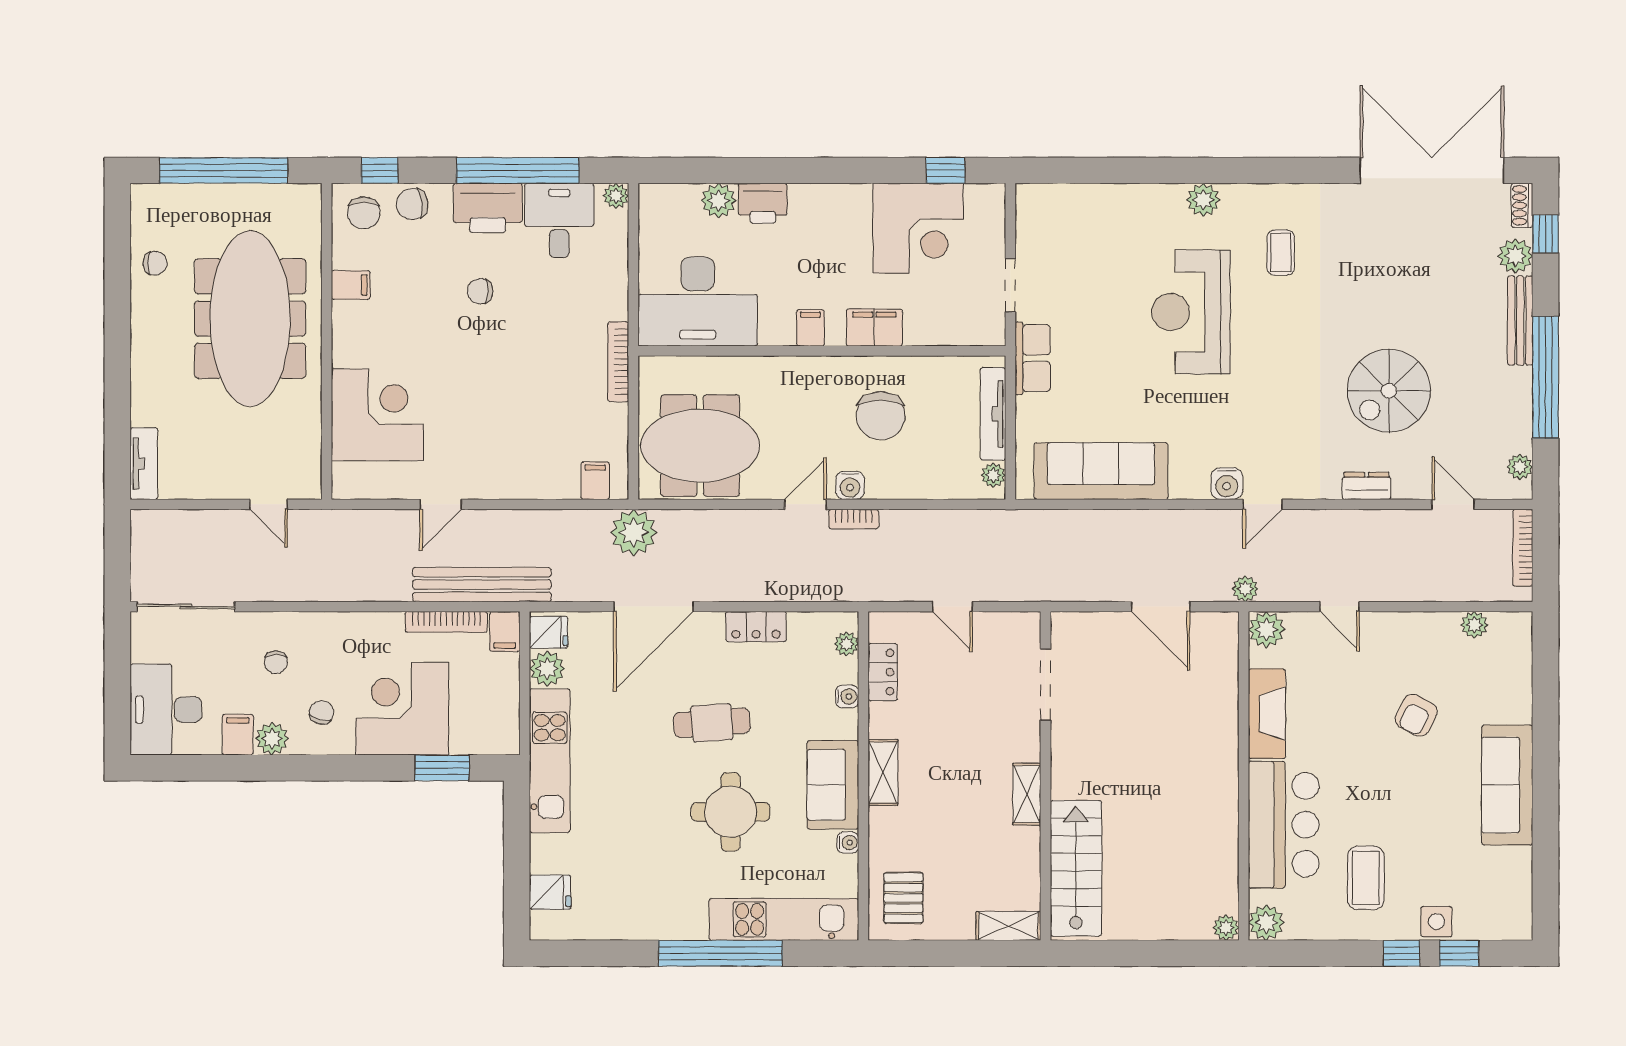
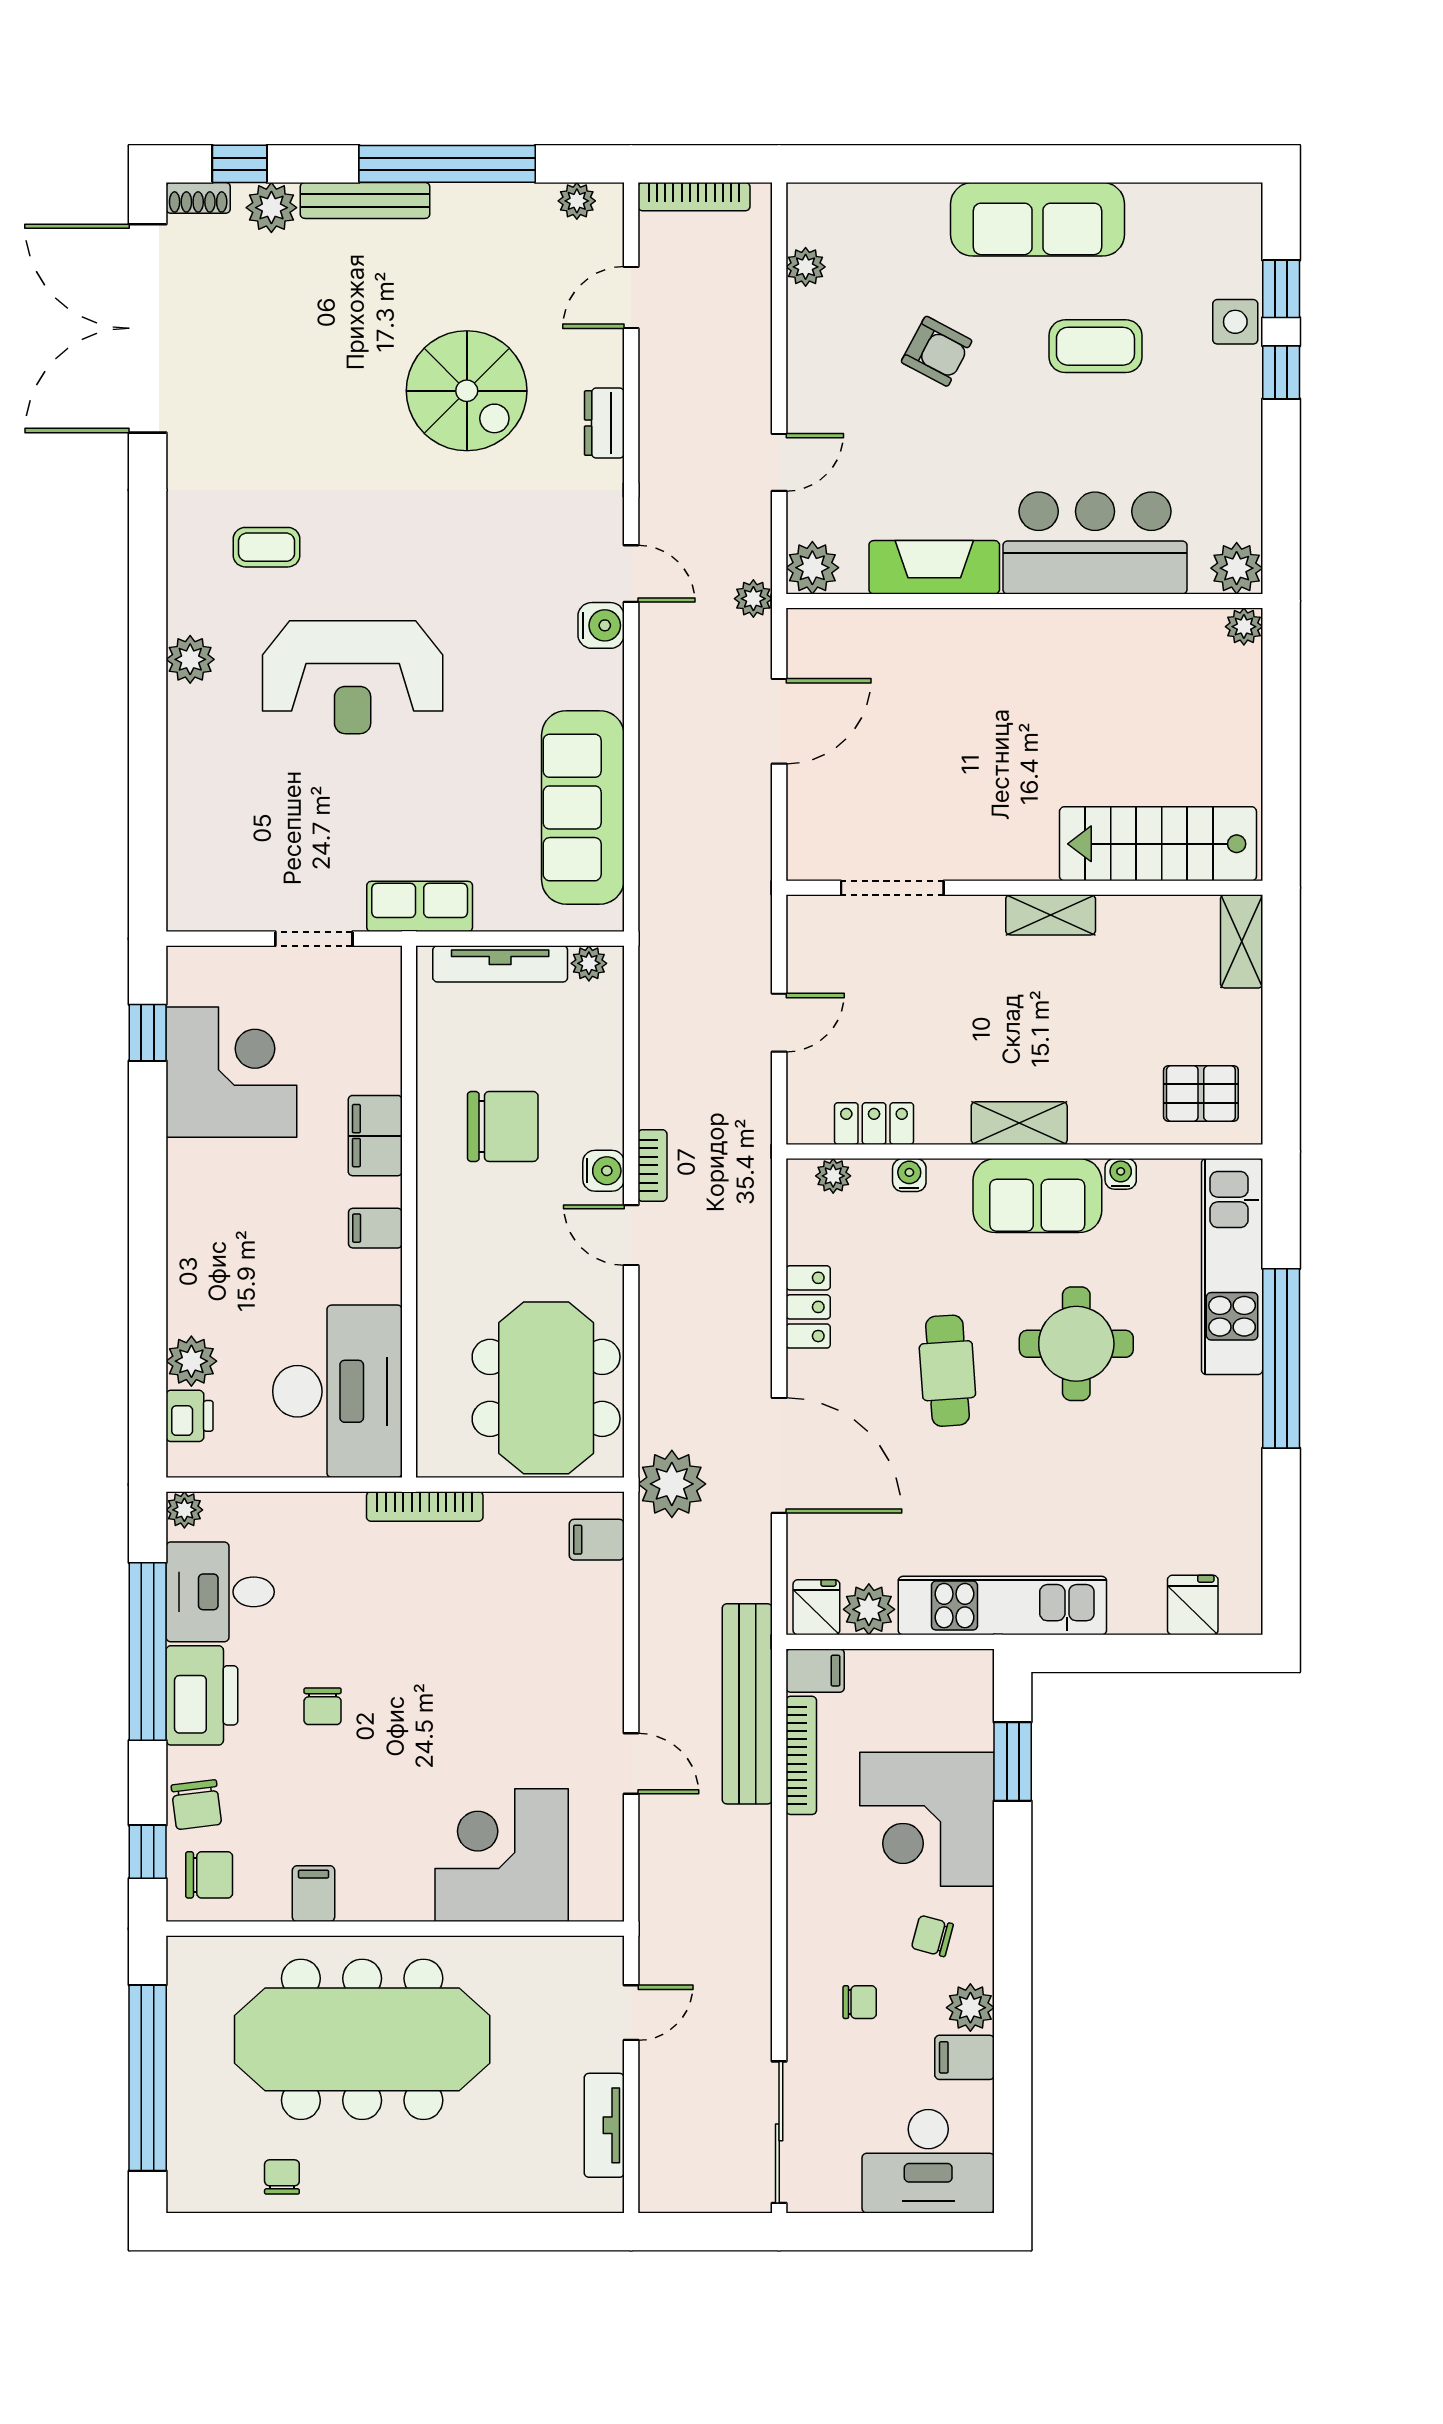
printer: (763, 203) -> (190, 1416), moved, width x0.73, depth x0.81
tv unit: (144, 464) -> (604, 2125), moved, turned -90
coffee table: (1366, 878) -> (1095, 346), moved

